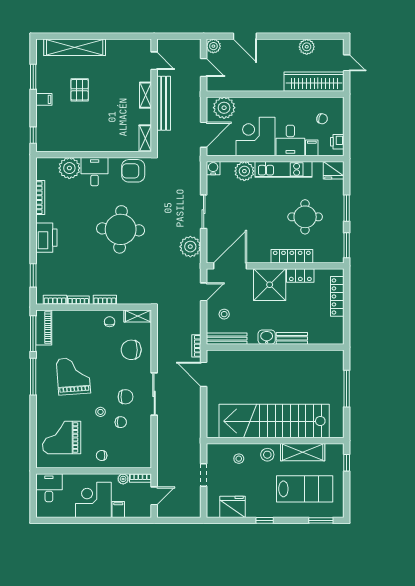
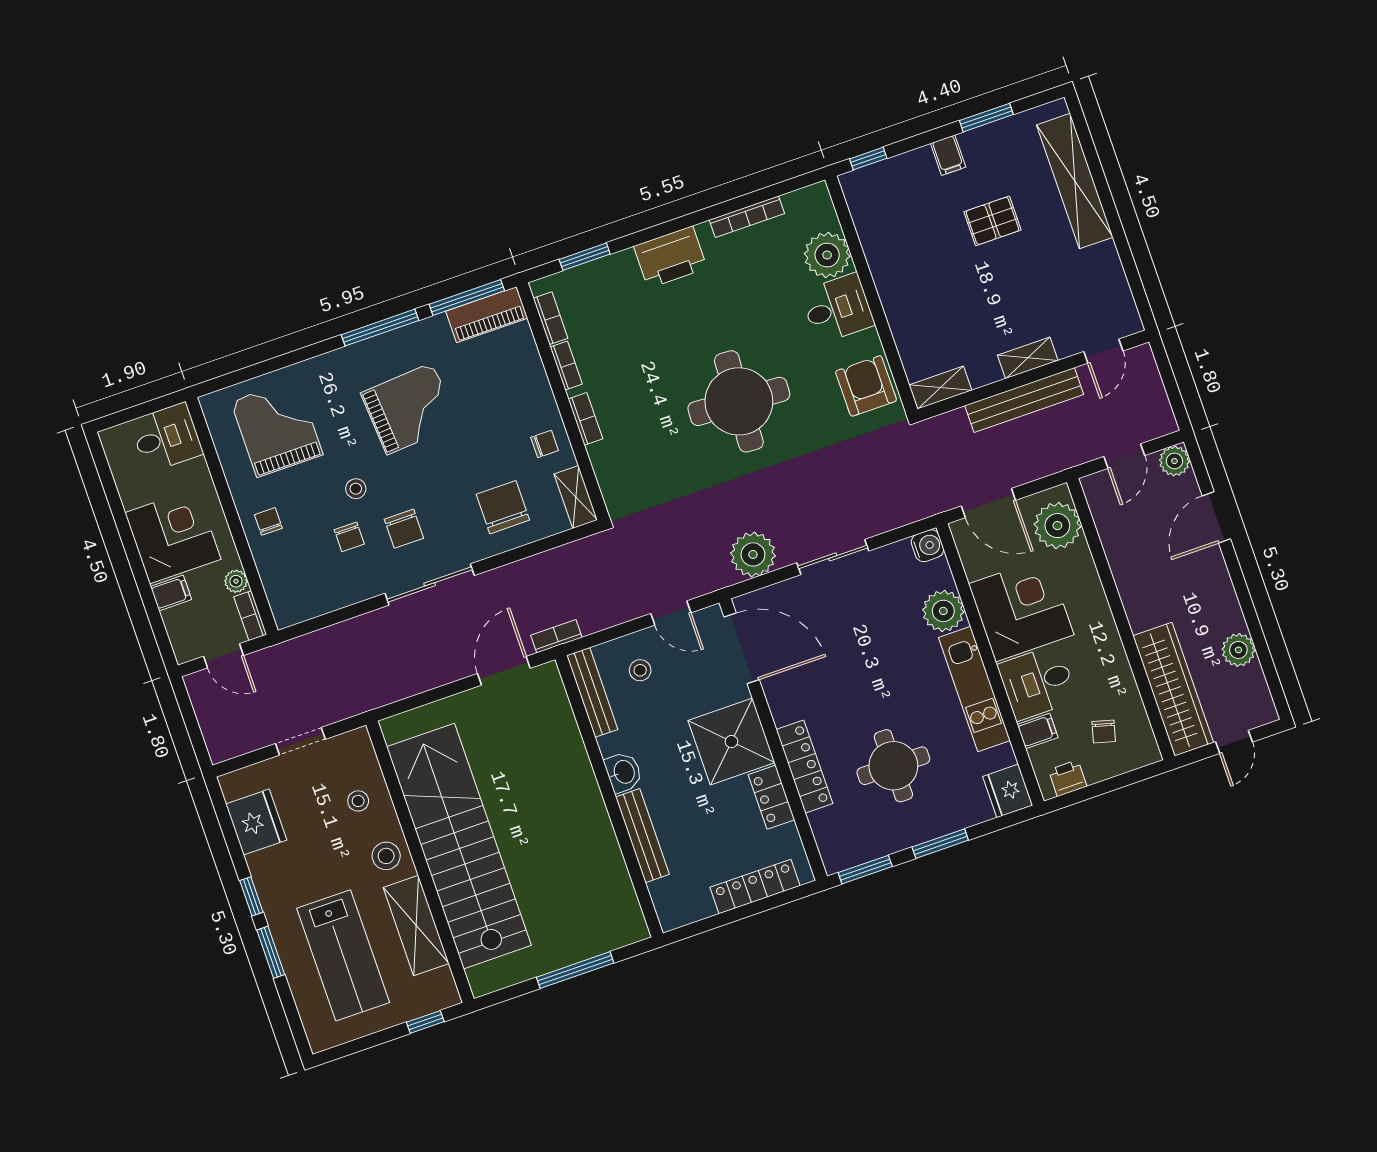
bench: (292, 338) -> (642, 836), width x1.36
window: (321, 520) -> (271, 952), moved

